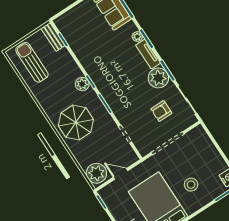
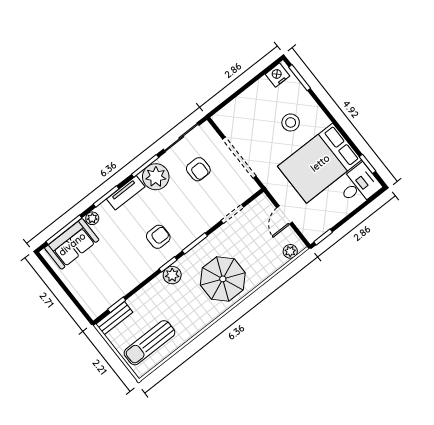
plant: (137, 37) -> (92, 218), moved
armchair: (112, 76) -> (158, 237), added
plant: (96, 173) -> (290, 251), width x0.53, depth x0.53

